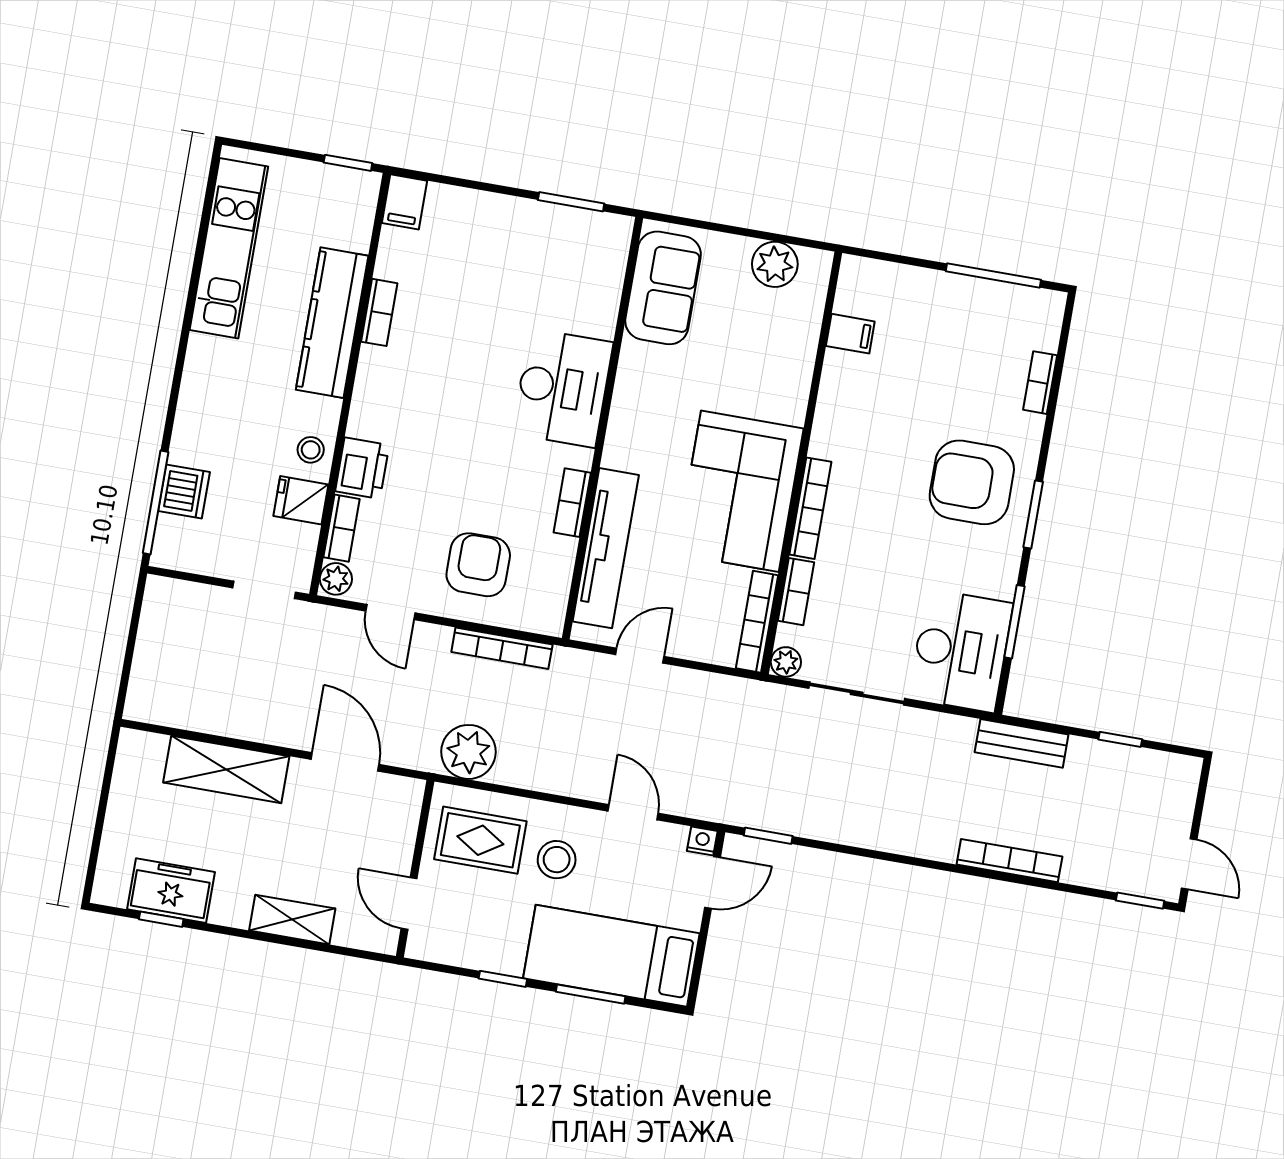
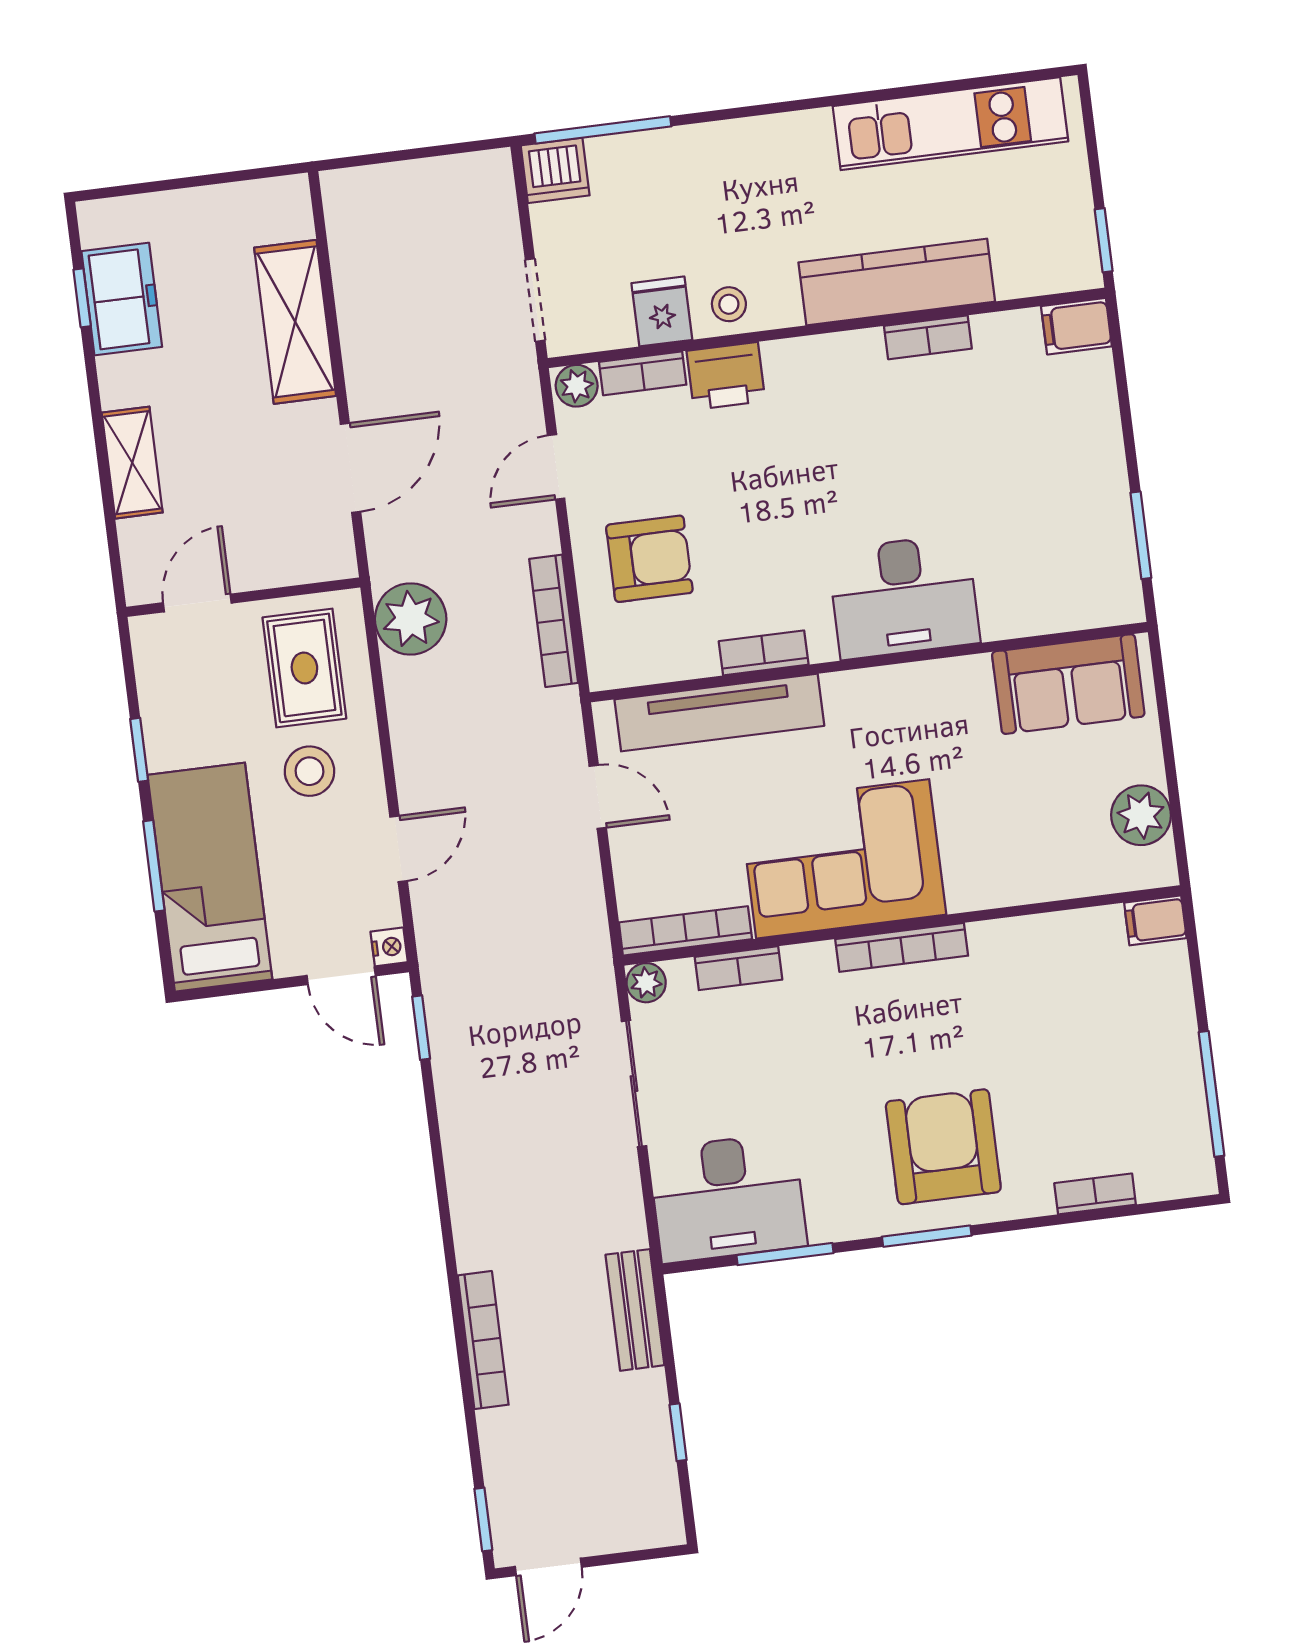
filing cabinet: (850, 334) -> (1155, 920), moved, turned 90
dishwasher: (184, 491) -> (555, 170), moved
bookcase: (810, 508) -> (902, 947), moved

